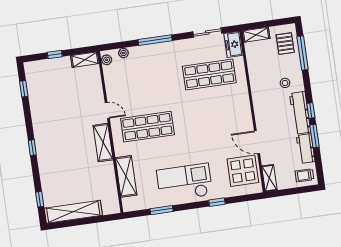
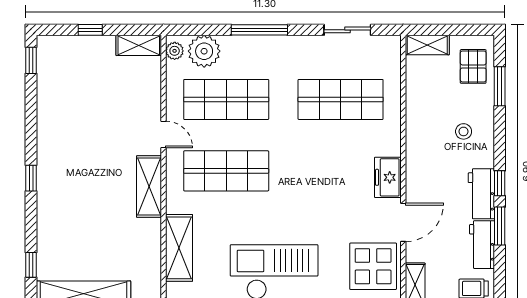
freezer: (234, 44) -> (388, 177), moved
plant: (123, 53) -> (204, 51), width x1.87, depth x1.87
window: (303, 53) -> (500, 86), width x0.69
shop shelf: (141, 84) -> (226, 99), added
window: (24, 89) -> (31, 60), moved
workbench: (300, 113) -> (481, 194), width x0.73
door: (257, 142) -> (403, 222), swing flipped

